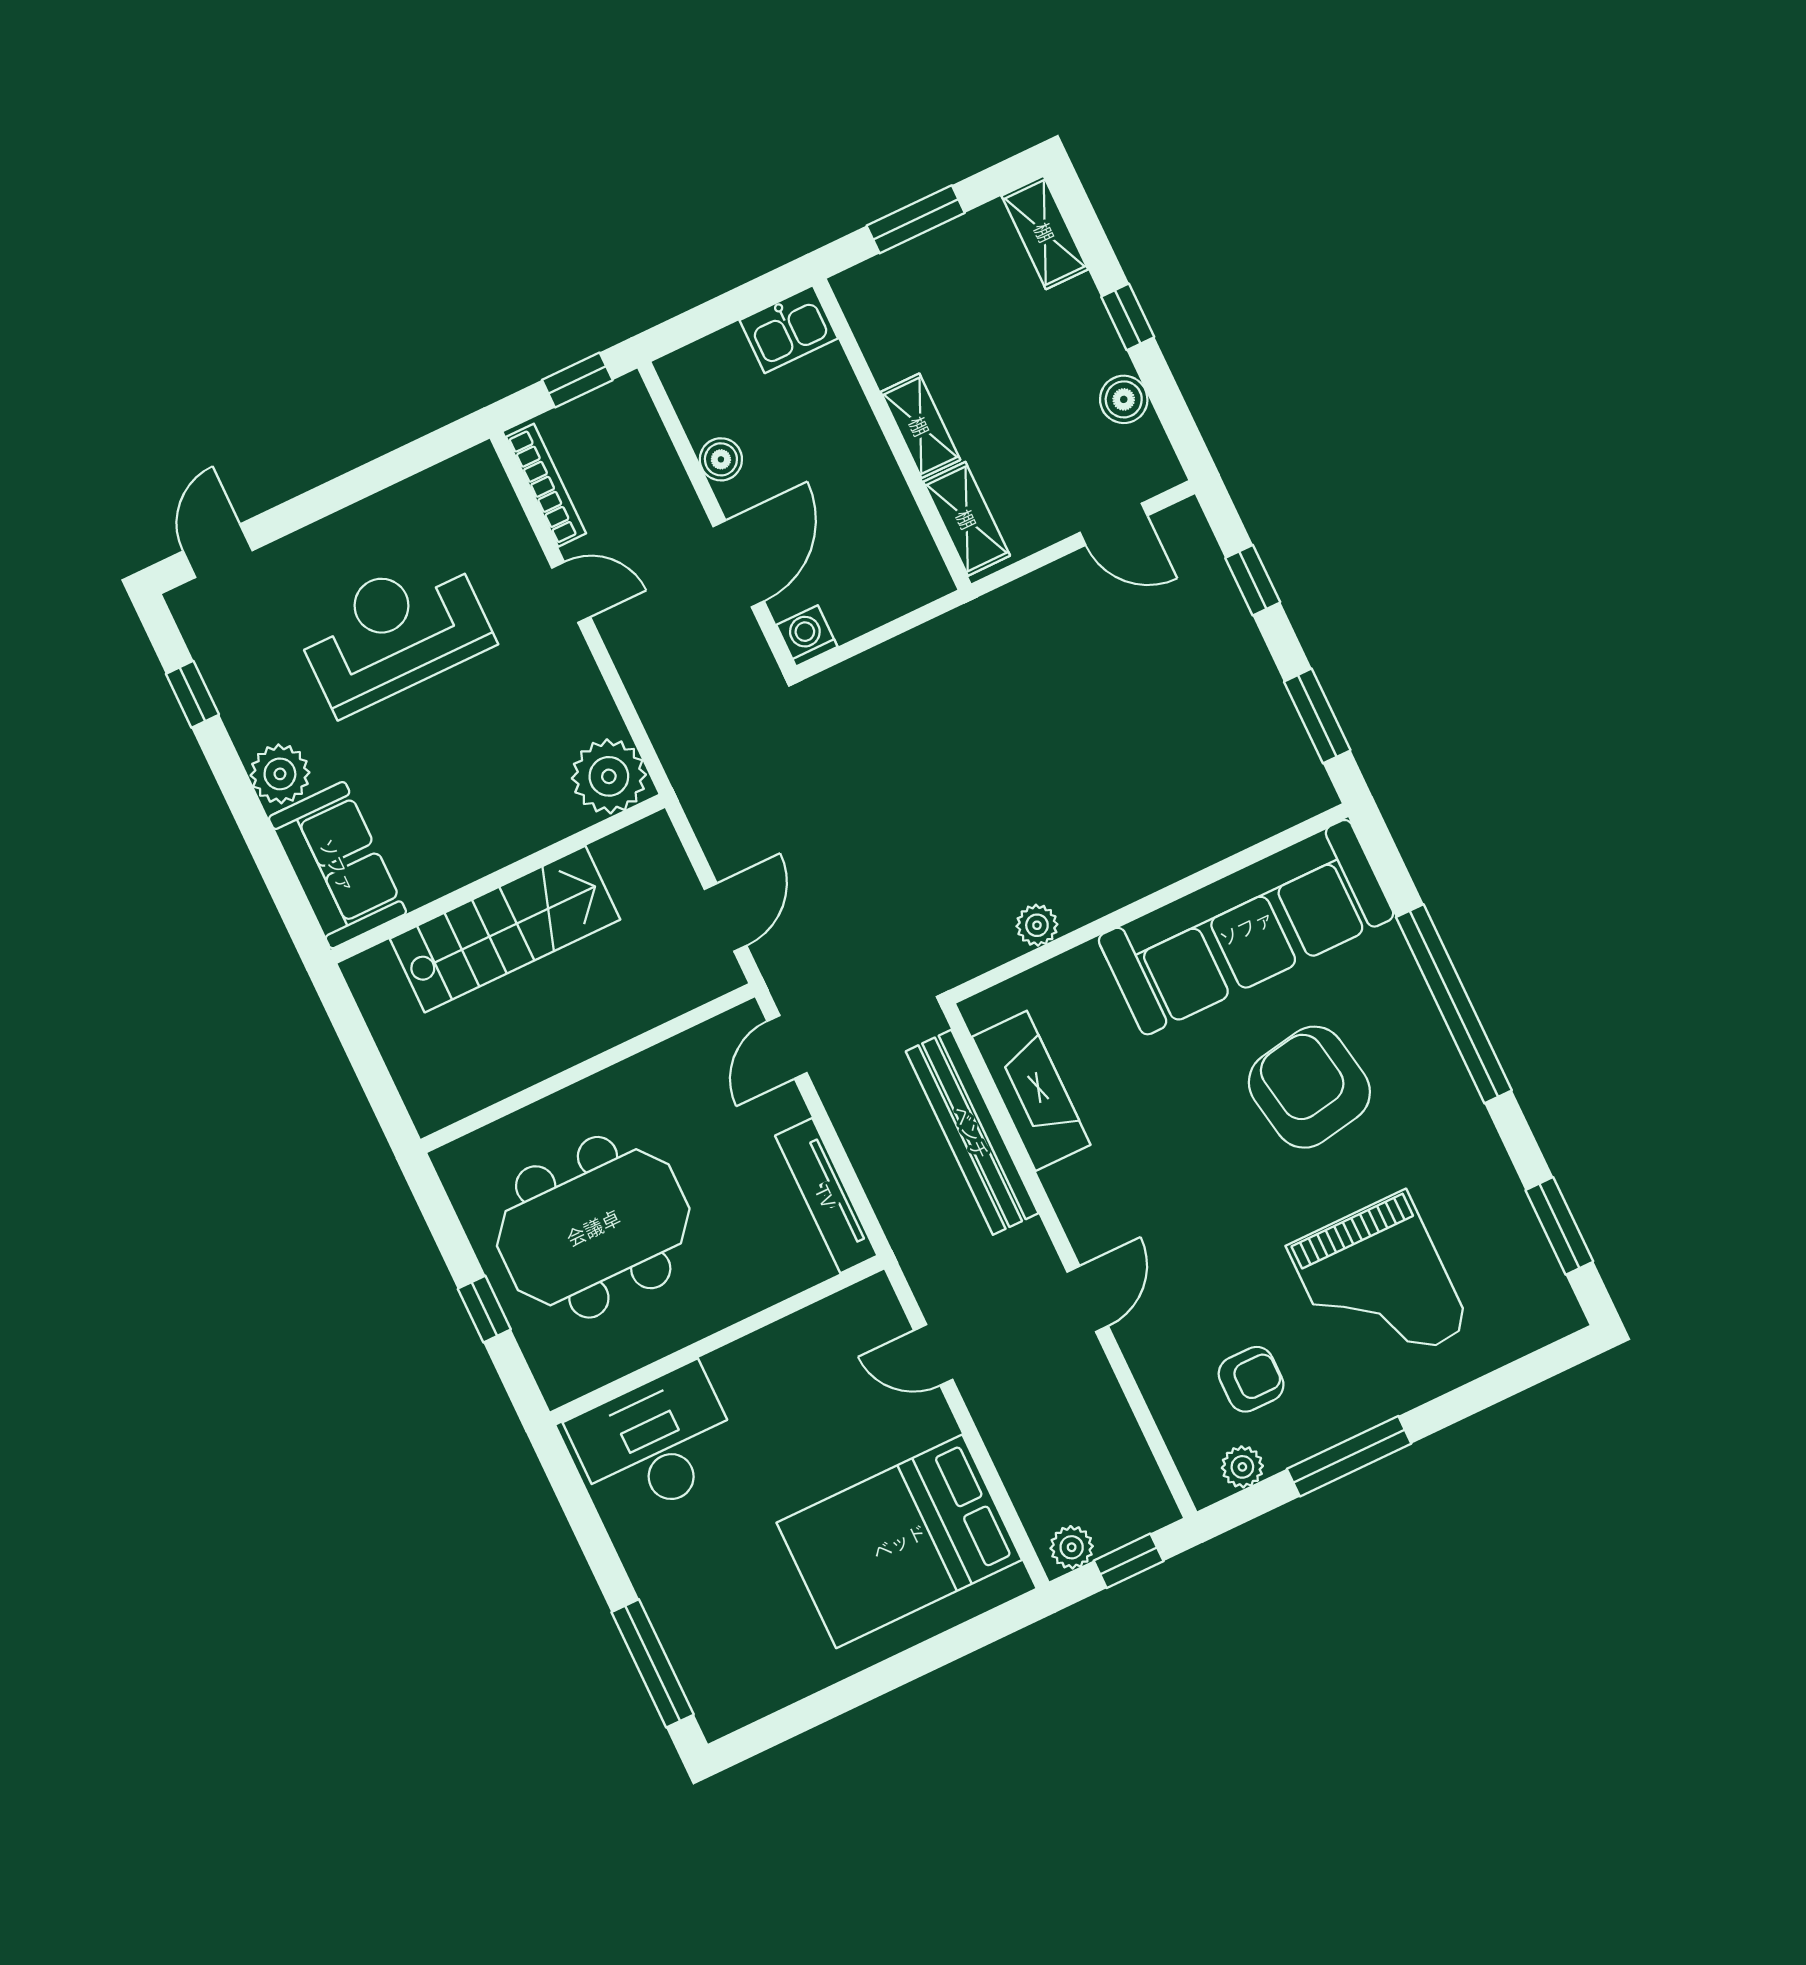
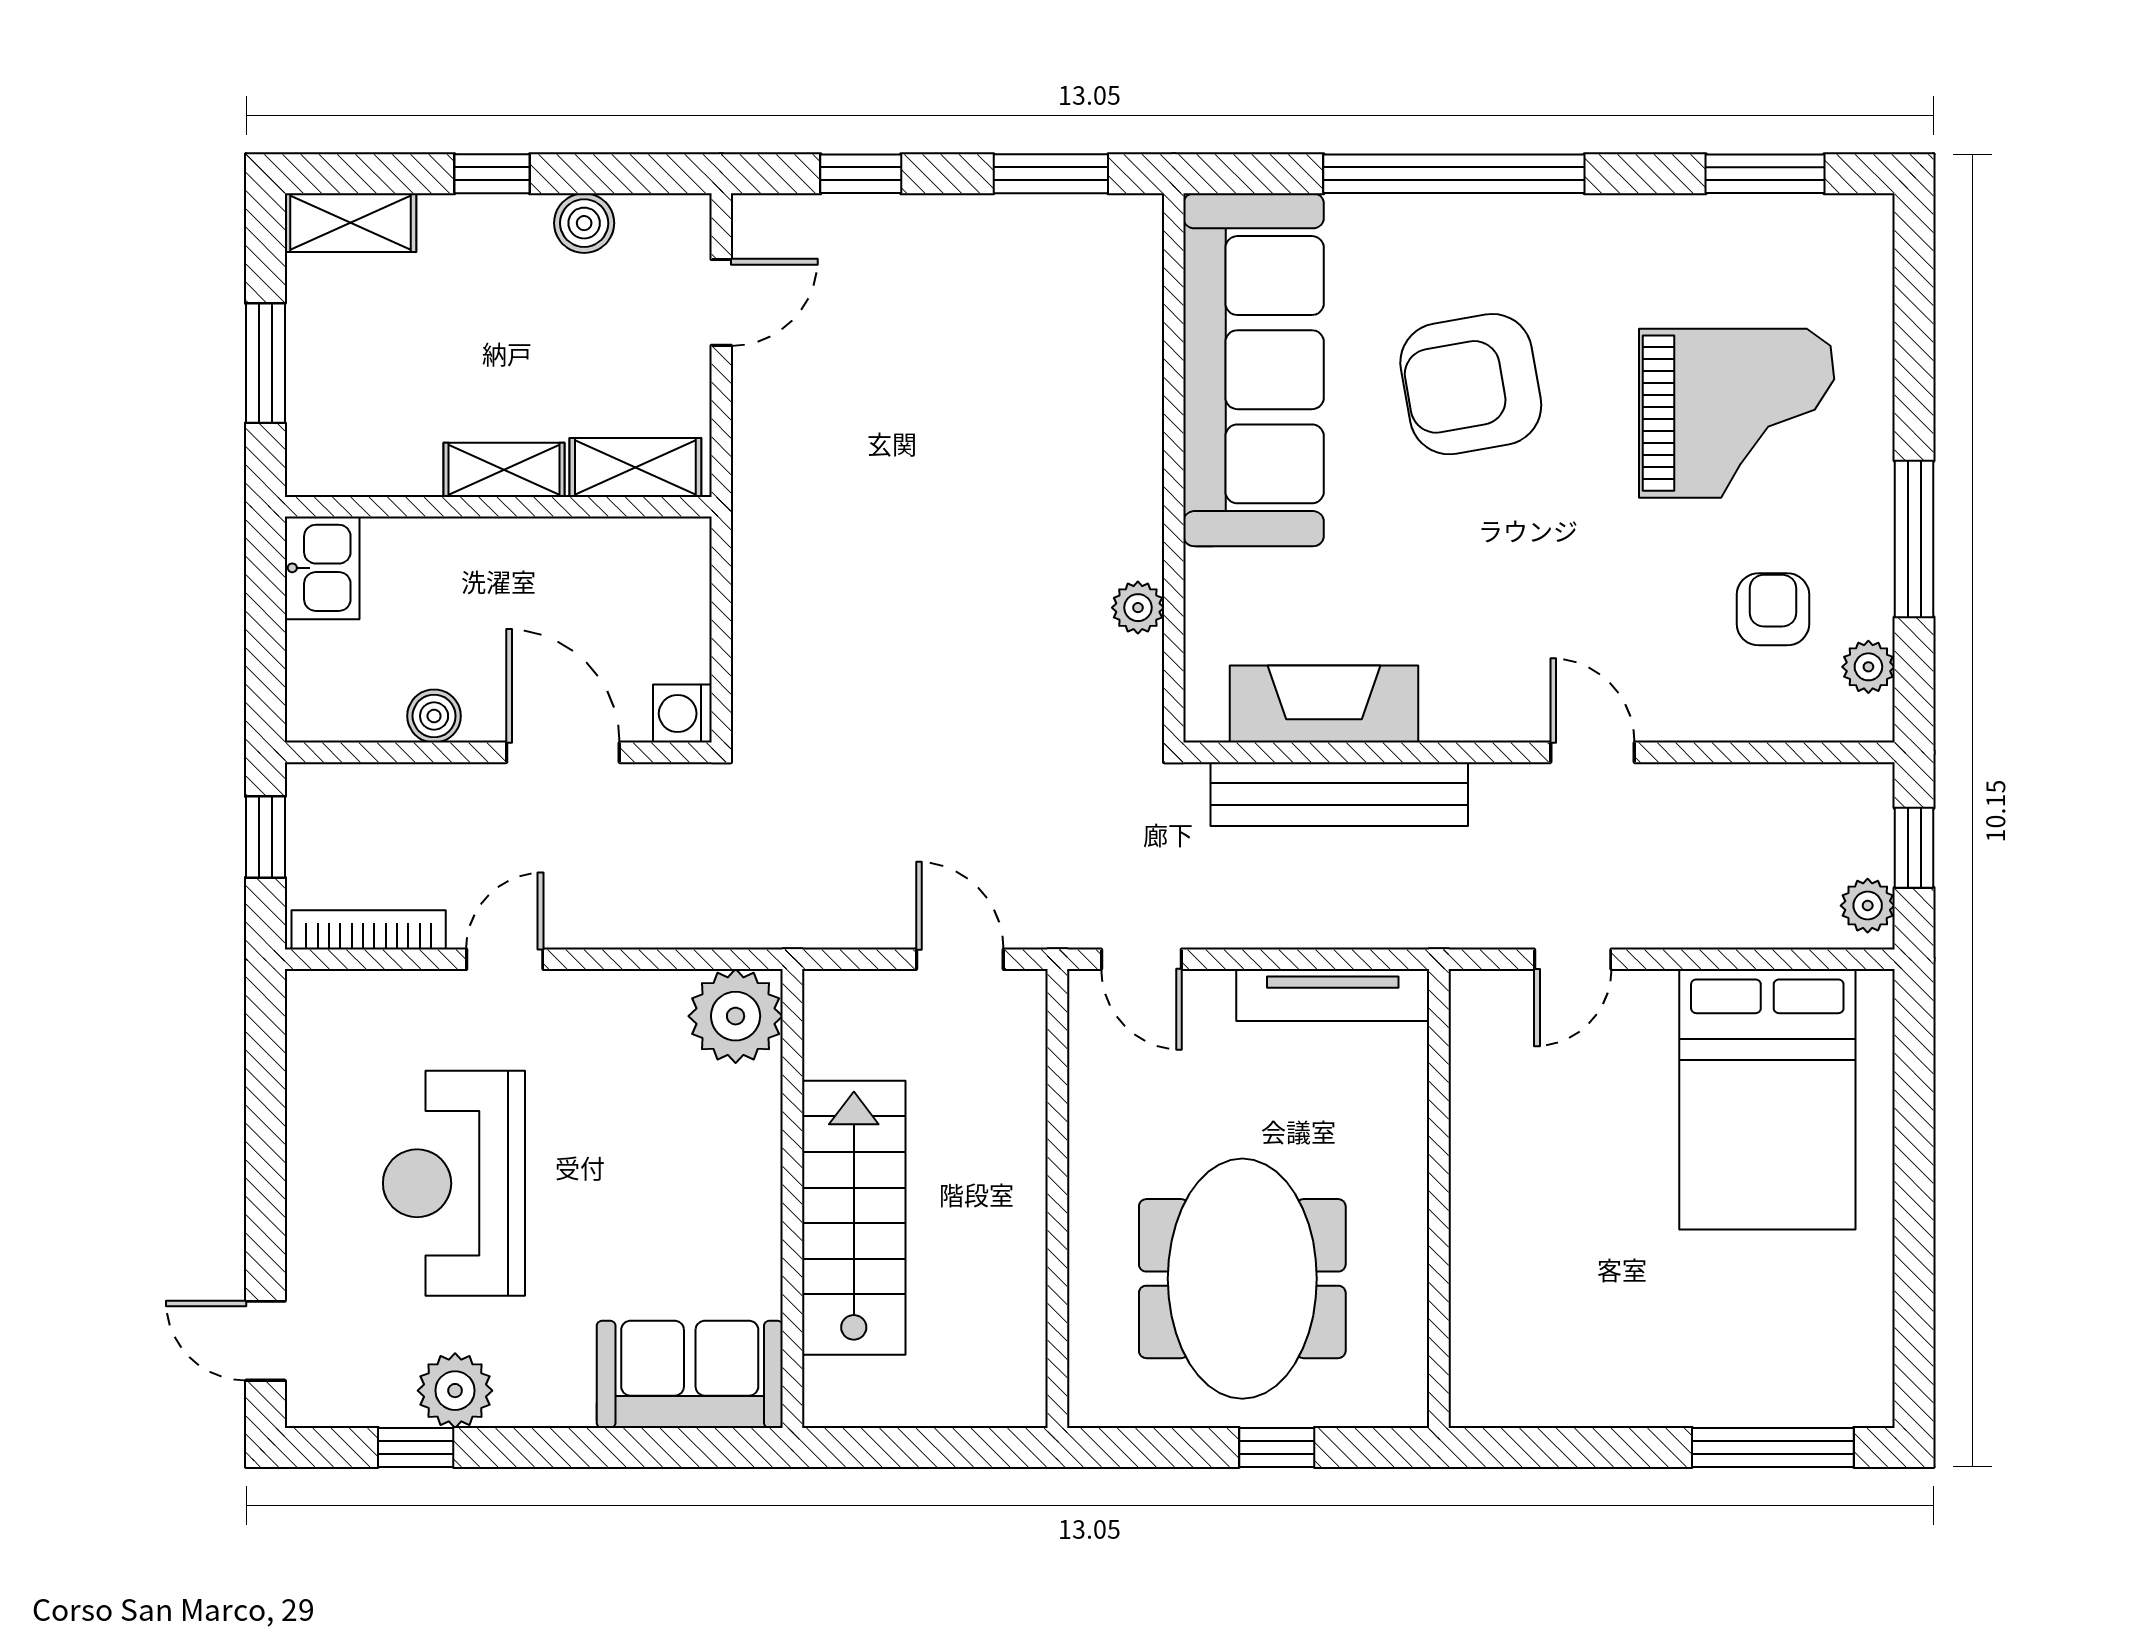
plant: (280, 774) -> (455, 1391), moved
desk: (655, 1444) -> (1523, 1325), removed

